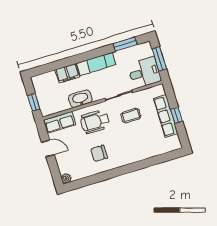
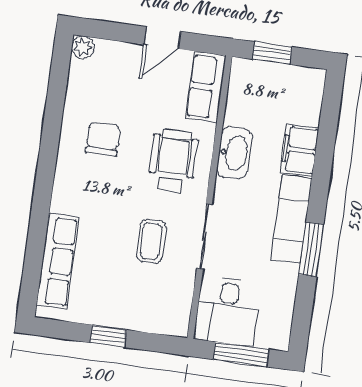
window: (125, 44) -> (311, 249), moved
row of seats: (166, 116) -> (58, 261), moved, turned 90

